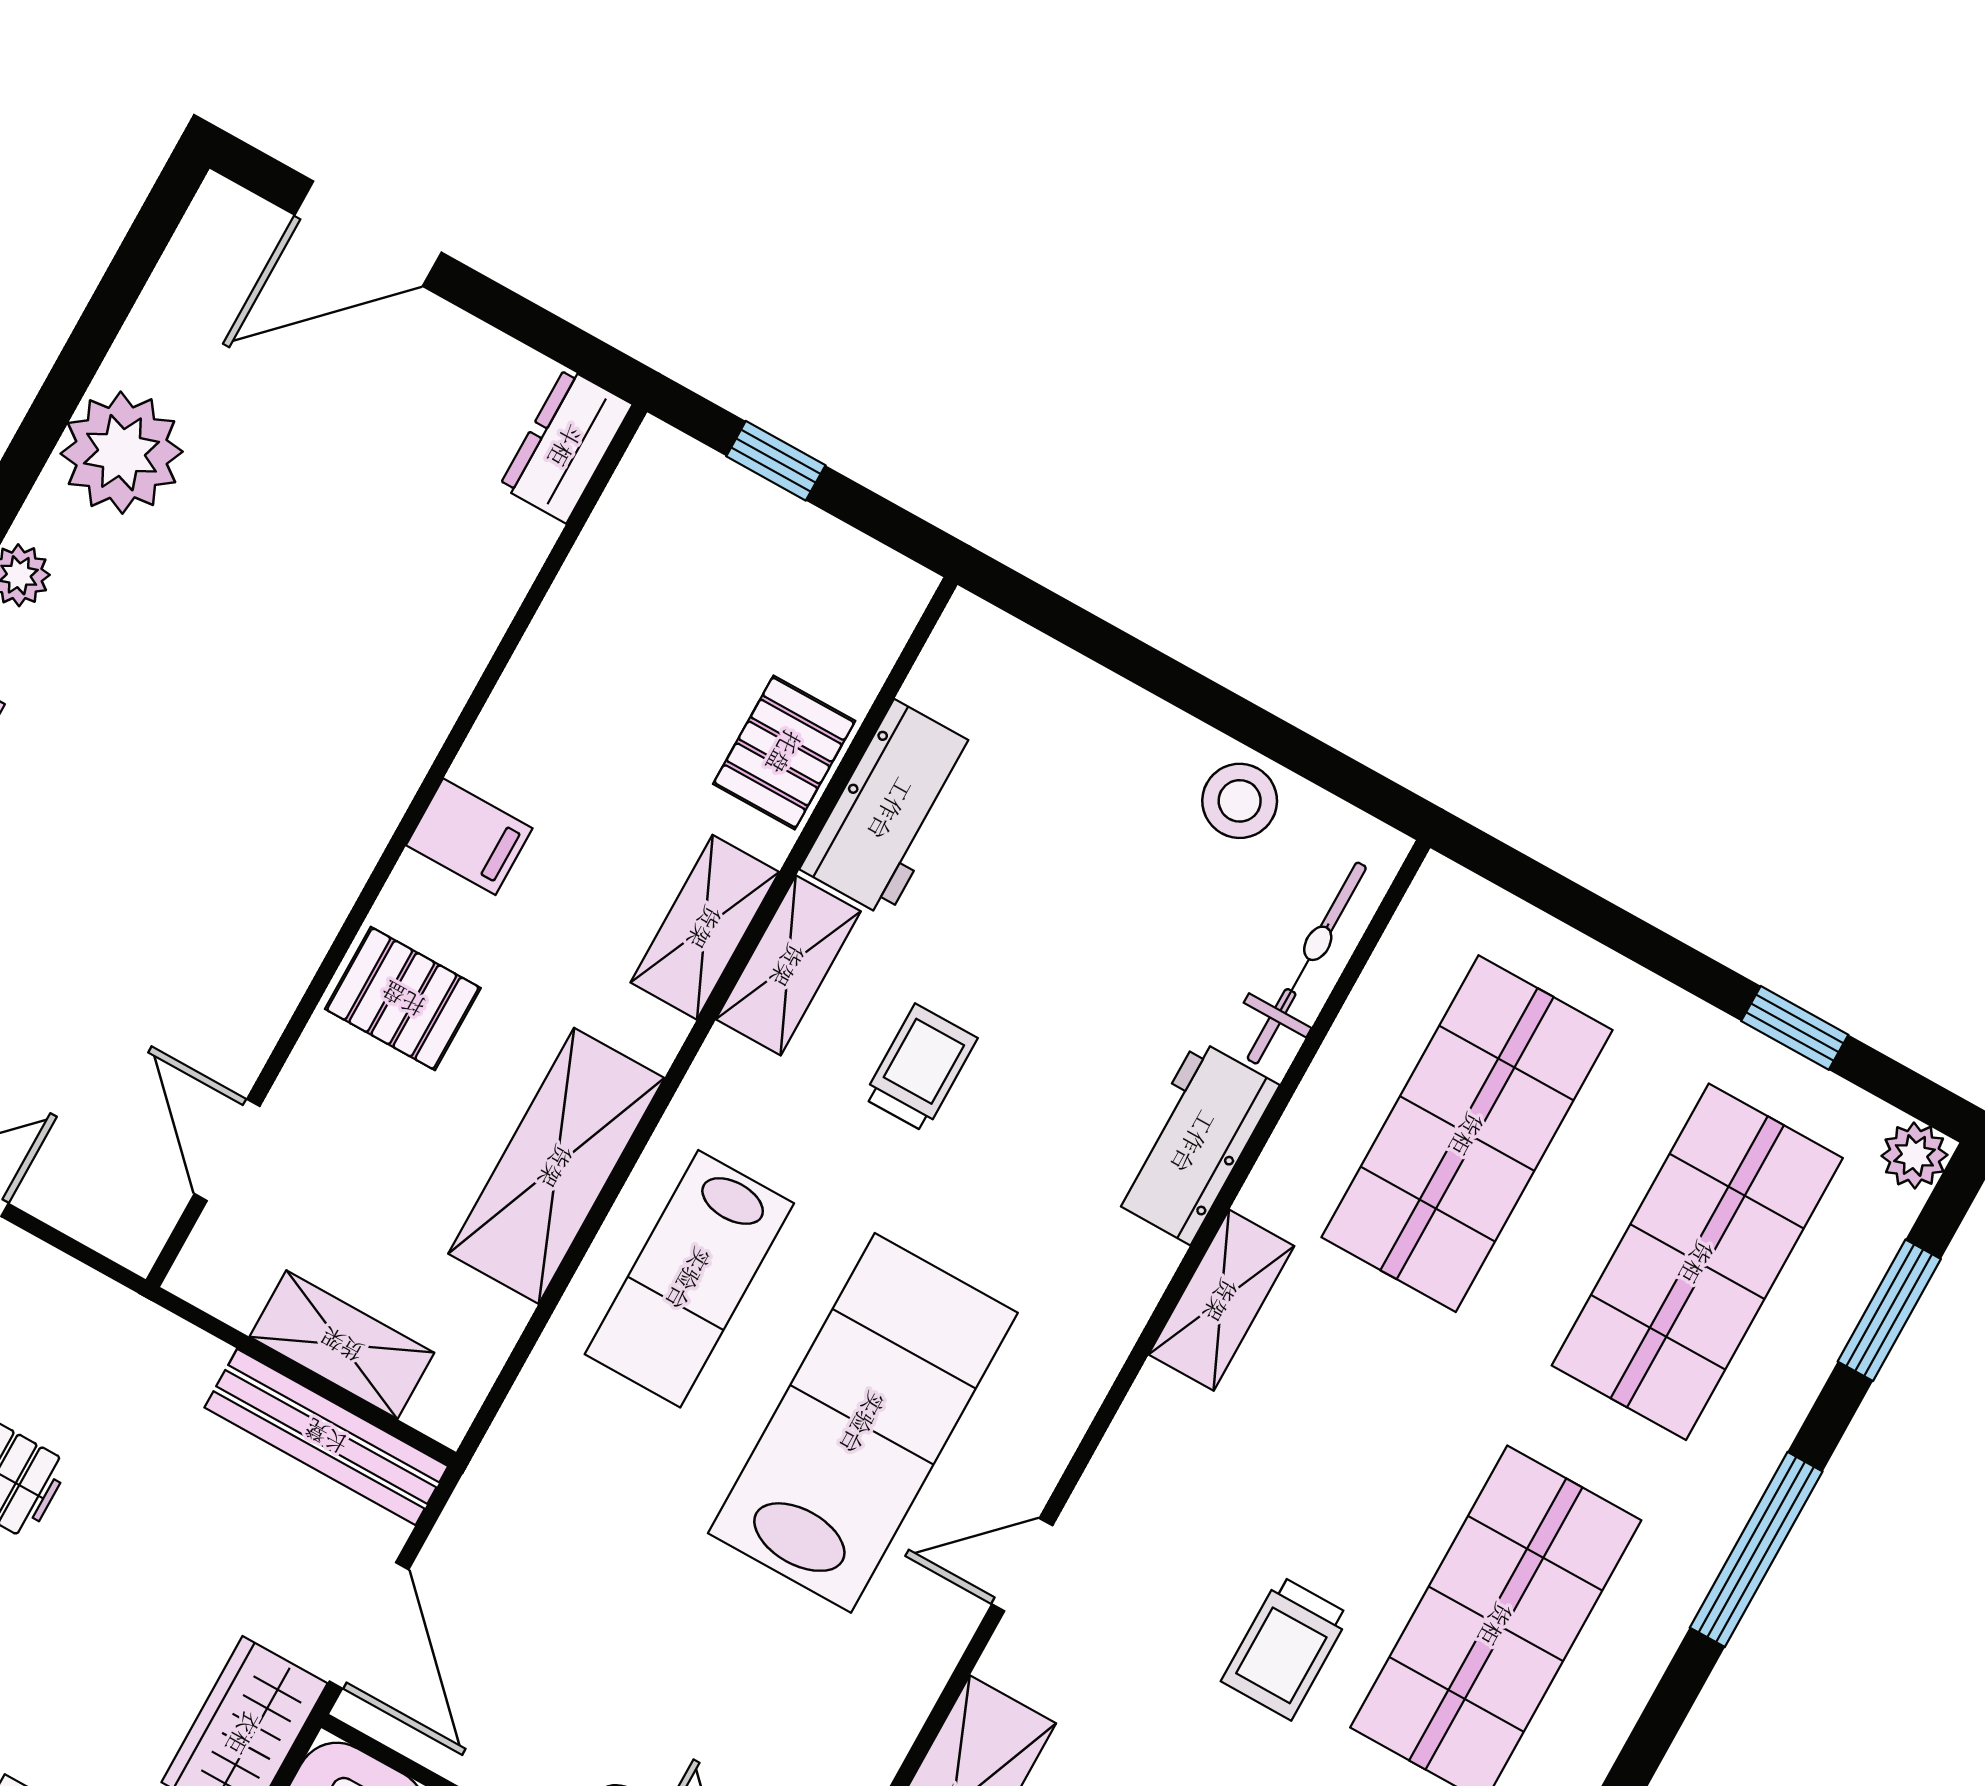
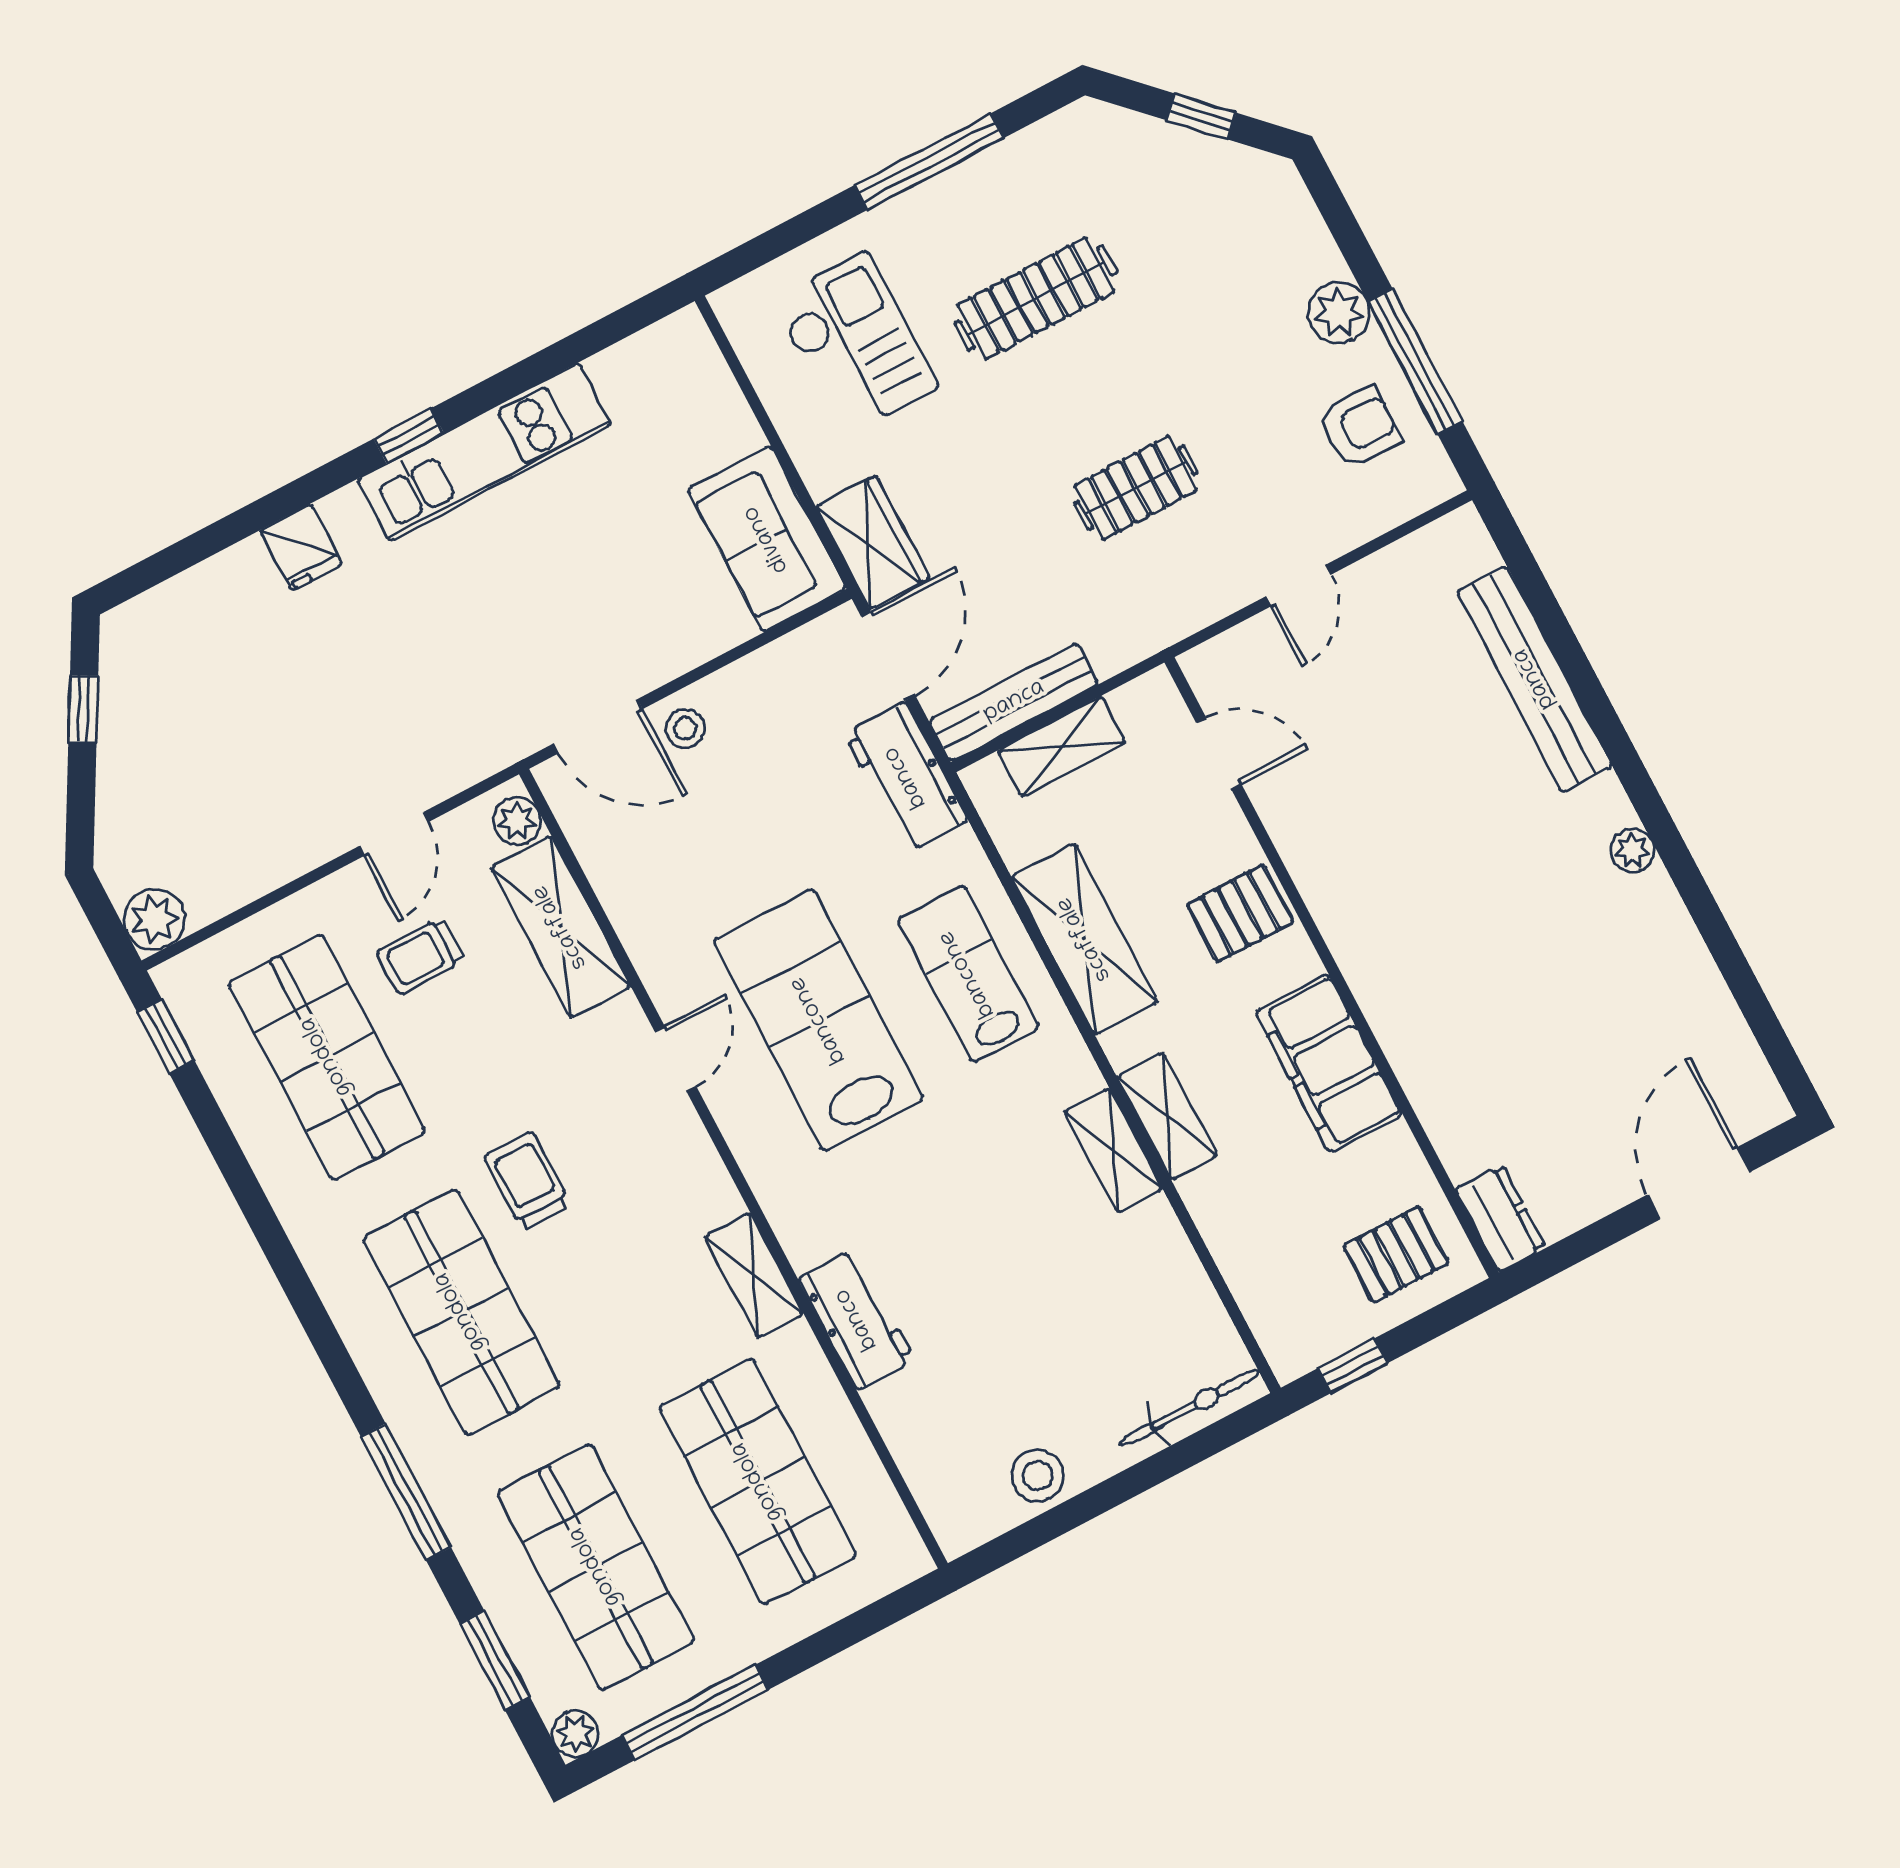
plant: (122, 453) -> (1665, 957), removed
window: (776, 461) -> (1352, 1366), moved
pallet: (784, 752) -> (1396, 1254), moved, turned 90
workbench: (891, 809) -> (906, 777), moved
filing cabinet: (469, 837) -> (1329, 1063), width x3.00, depth x1.17
bicycle: (1307, 963) -> (1189, 1408), moved, turned -90
window: (1795, 1028) -> (695, 1712), width x2.17
trolley: (920, 1068) -> (1004, 1188), removed
lab bench: (863, 1423) -> (819, 1020), turned 180
door: (369, 1625) -> (888, 656), swing flipped

